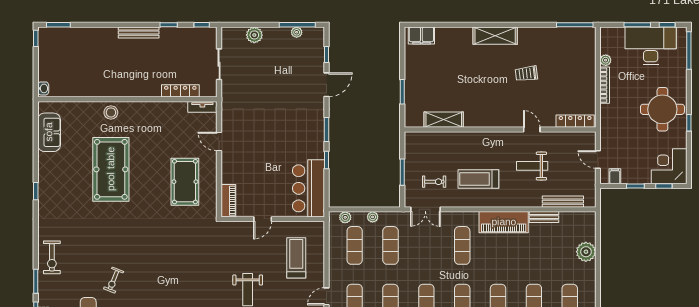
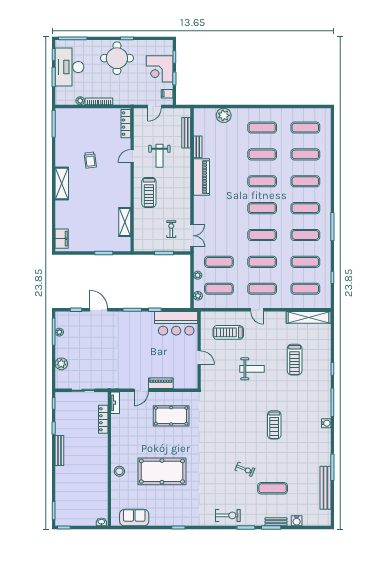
corner desk: (669, 166) -> (160, 69), moved
treadmill: (478, 179) -> (149, 192), moved
piano: (228, 201) -> (161, 383), moved
exercise mat: (462, 245) -> (219, 208), removed

